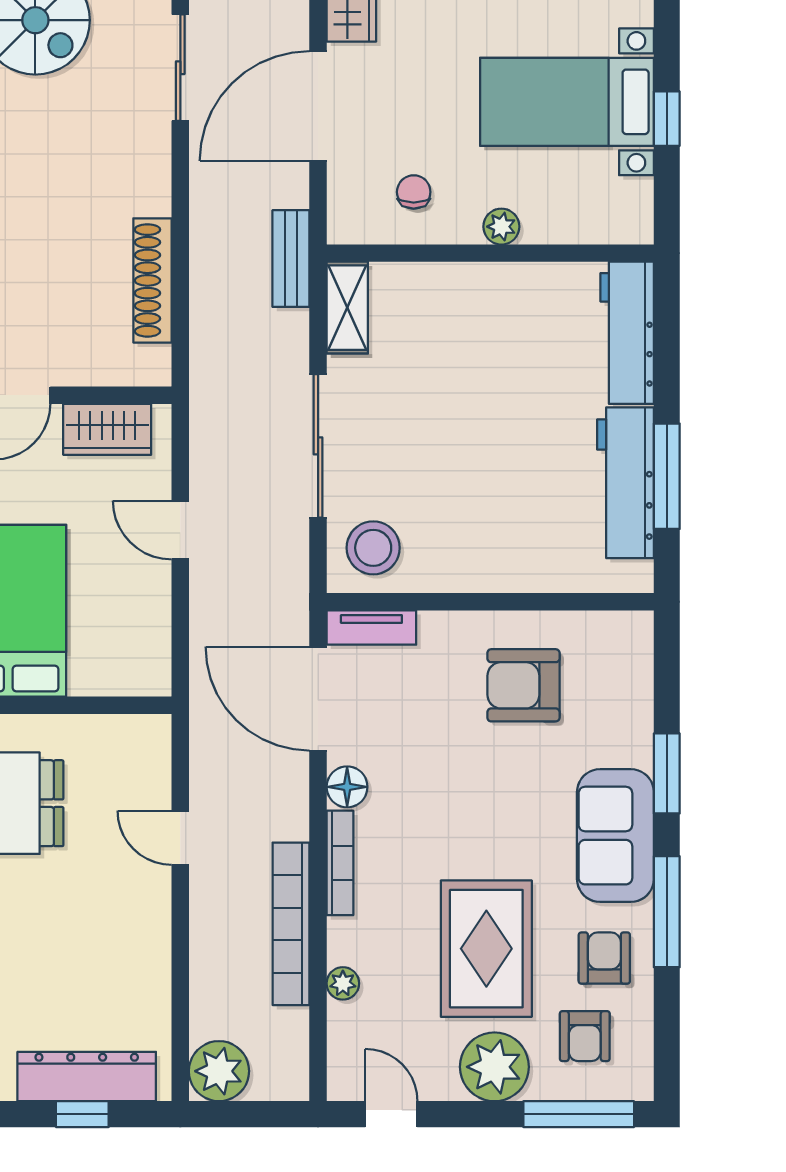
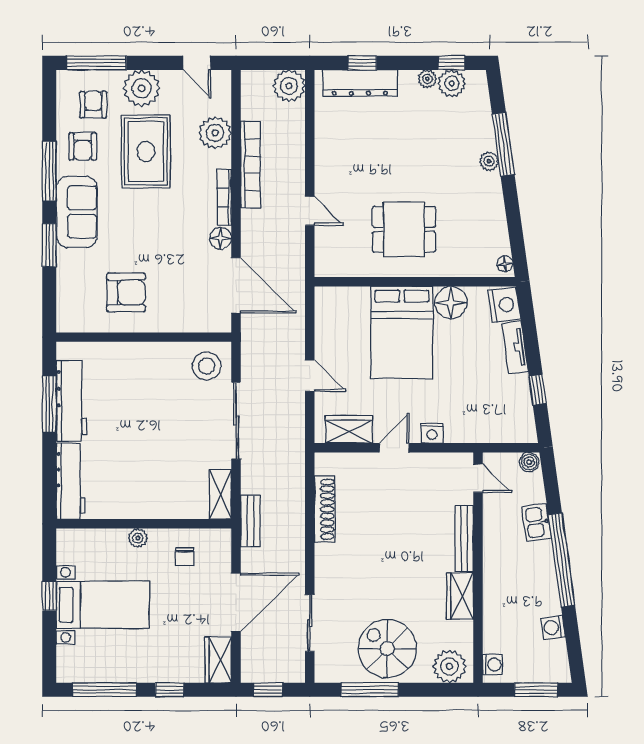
tv unit: (371, 628) -> (207, 323), removed
plant: (343, 983) -> (215, 133), width x1.88, depth x1.88

